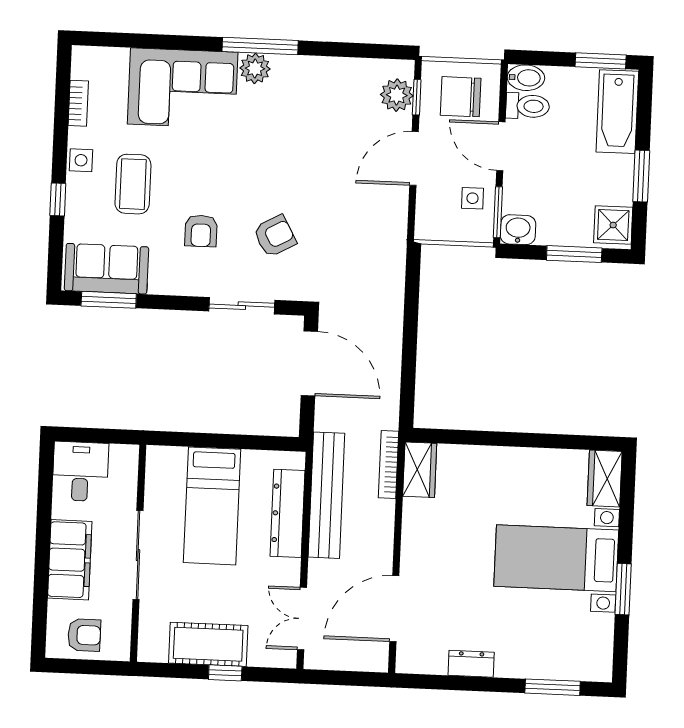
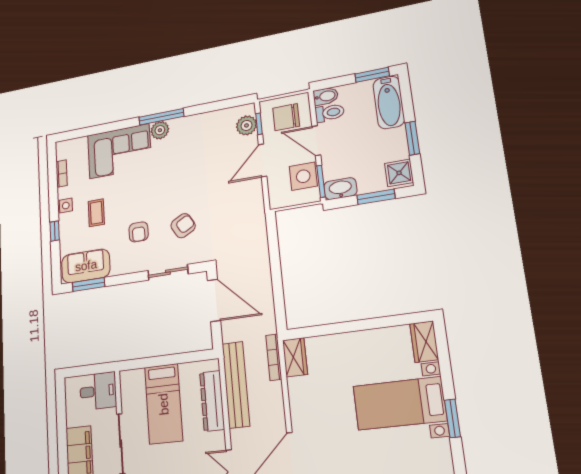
coffee table: (133, 184) -> (96, 213), width x0.73, depth x0.77
side table: (473, 198) -> (303, 176), width x1.87, depth x1.87
washbasin: (518, 230) -> (340, 189), width x1.38
desk: (80, 471) -> (98, 391), moved, turned 90

